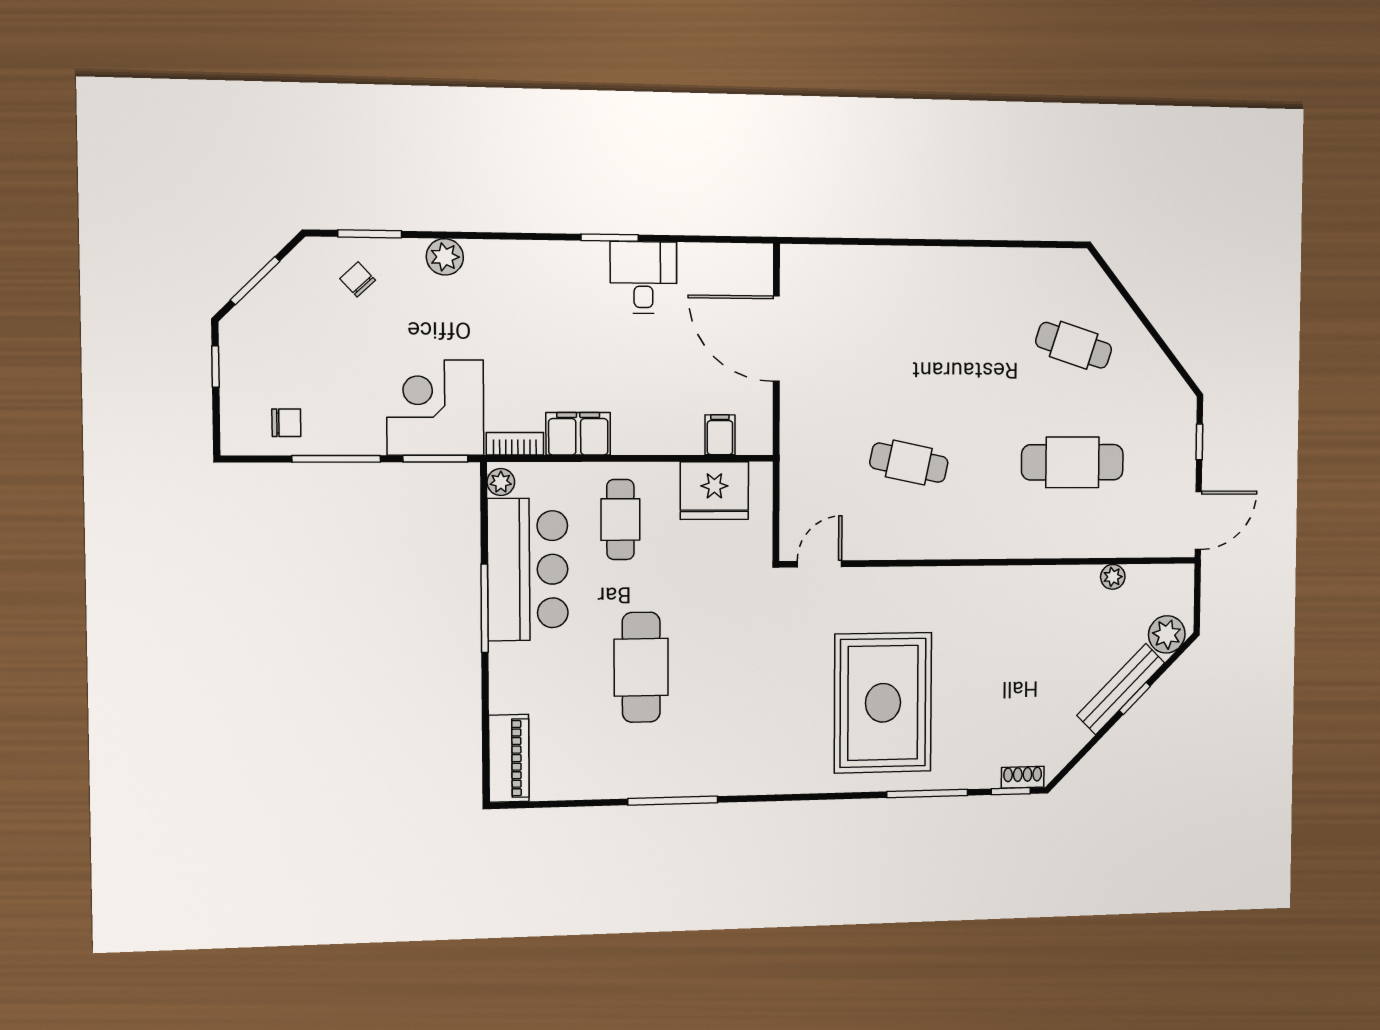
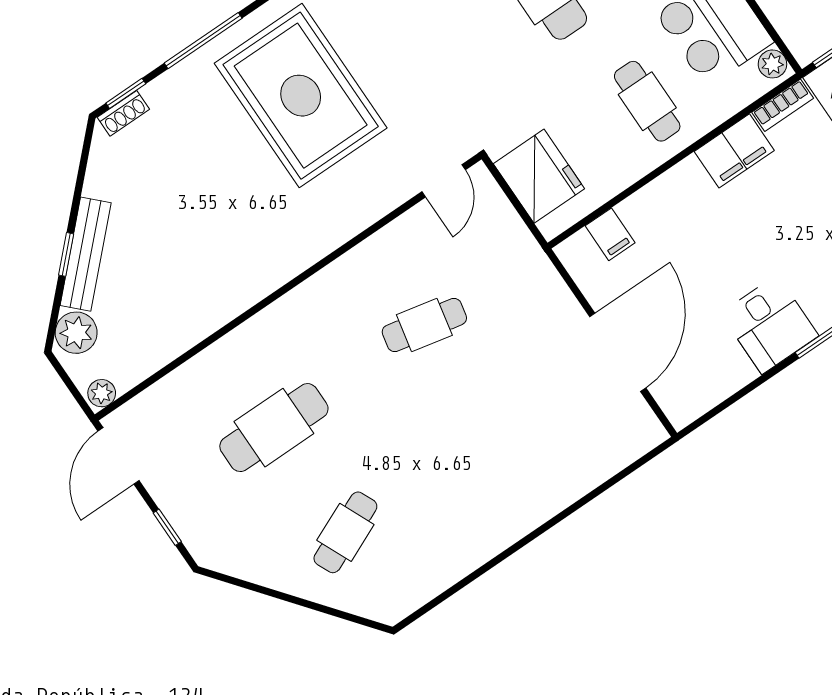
door: (776, 339) -> (618, 352), hinge flipped
cafe table: (1074, 345) -> (345, 532), turned -42
fridge: (714, 491) -> (539, 176), moved, turned 90
plant: (1113, 577) -> (102, 393), moved

